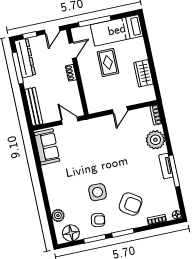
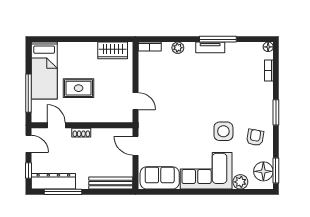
wardrobe: (143, 73) -> (113, 50), moved
door: (120, 110) -> (135, 101), moved
door: (70, 121) -> (135, 146), hinge flipped
plant: (155, 140) -> (178, 48), width x0.53, depth x0.53
corner sofa: (61, 185) -> (206, 171), added
armchair: (131, 204) -> (245, 97), removed
window: (95, 239) -> (276, 171), moved

